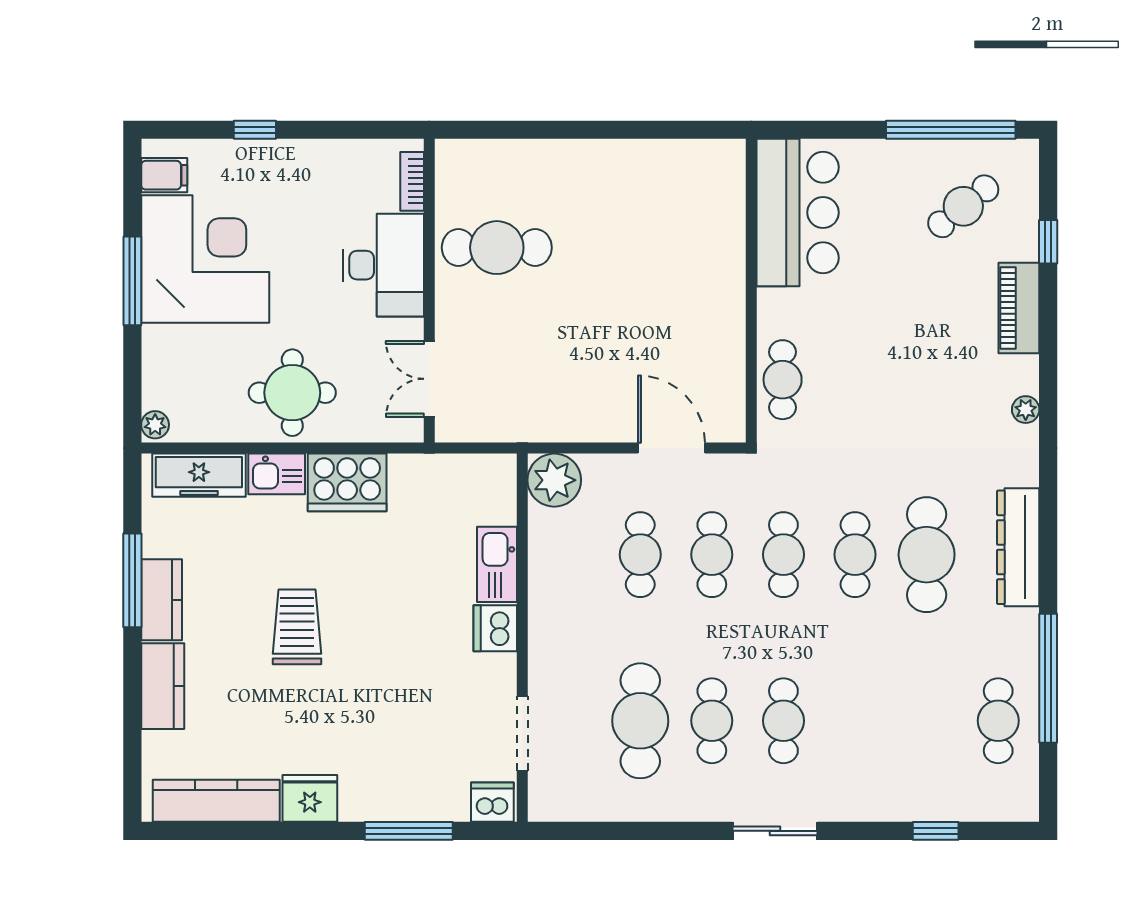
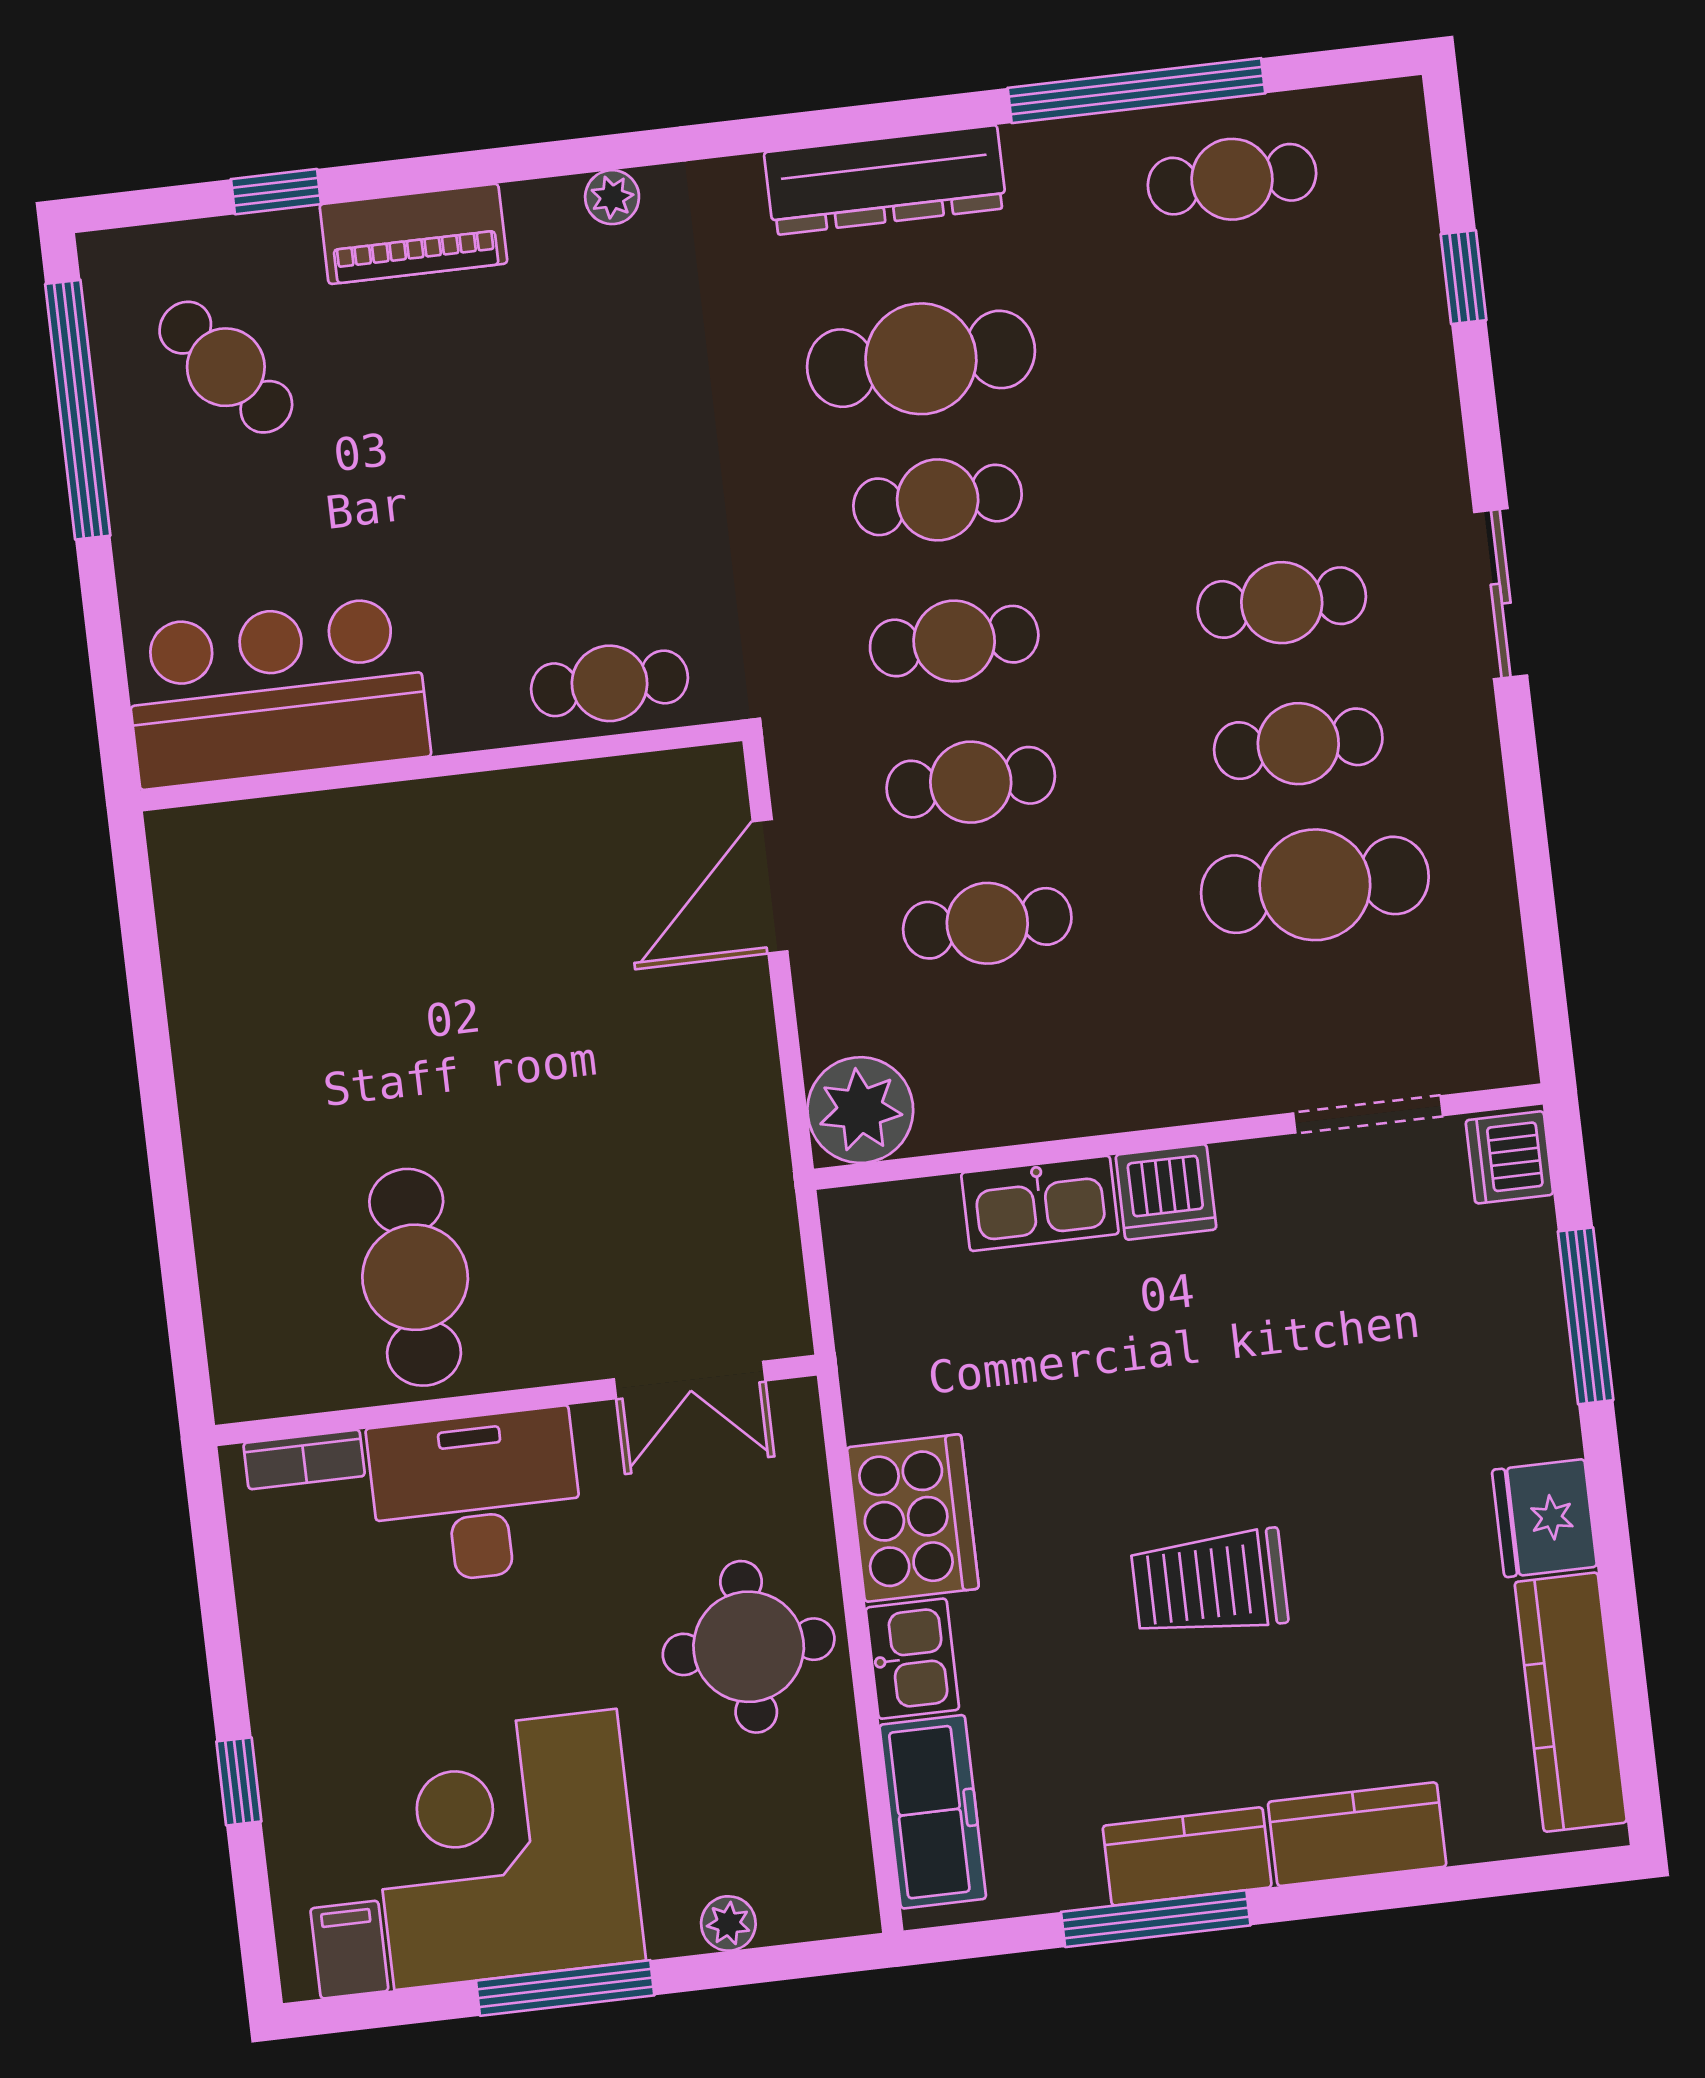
plant: (155, 425) -> (728, 1923), moved

